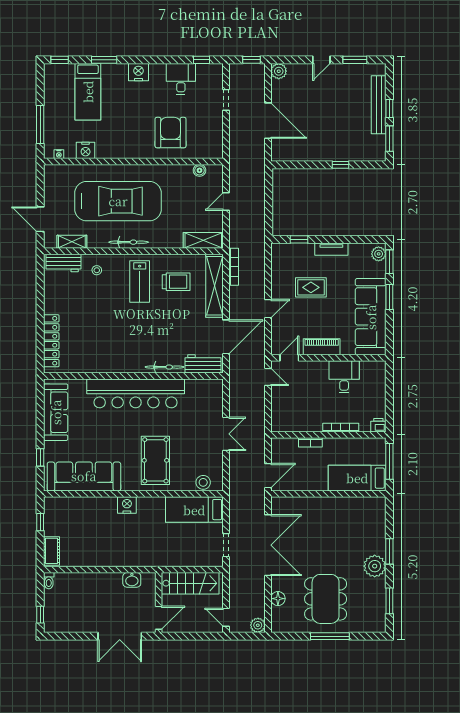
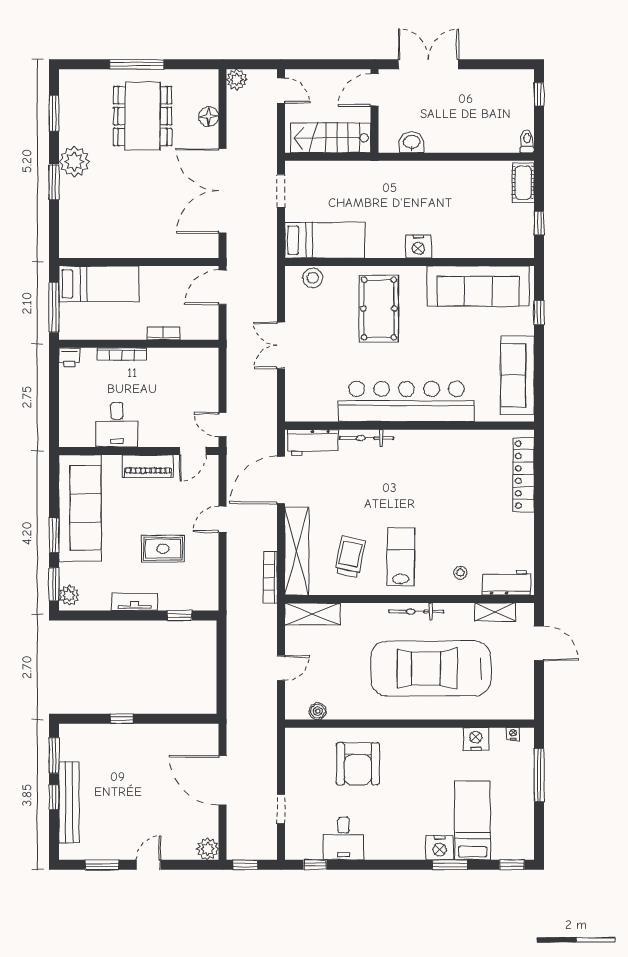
nightstand: (139, 72) -> (440, 848), moved
trolley: (176, 282) -> (350, 557), turned 101

